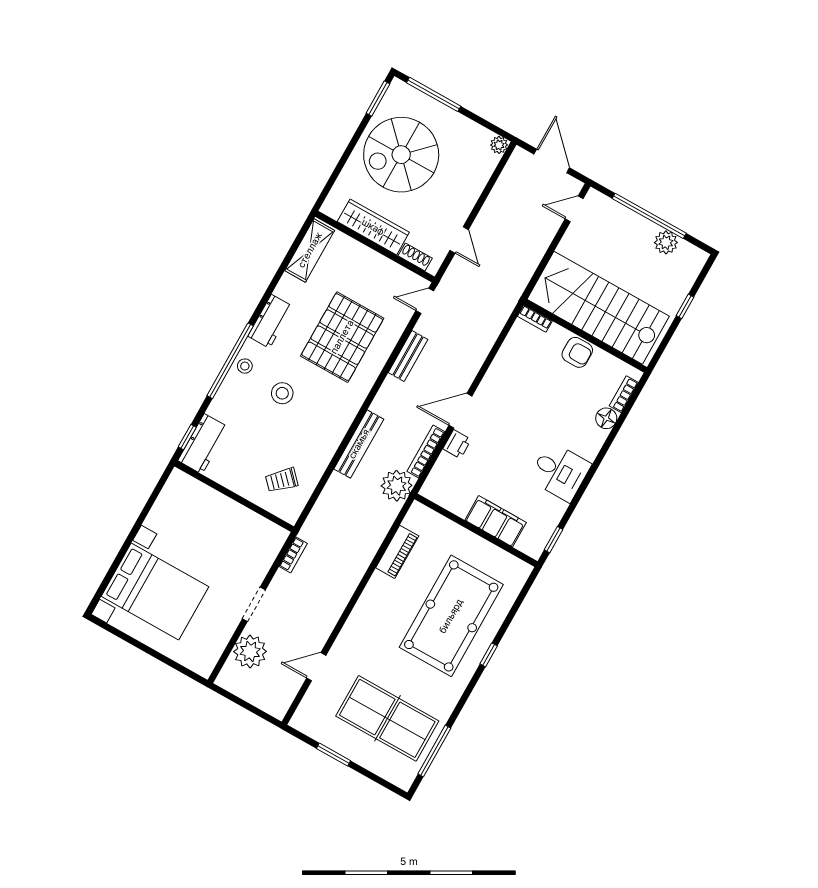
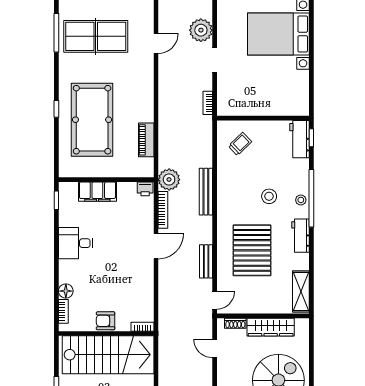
printer: (457, 444) -> (145, 189), moved, turned -90

